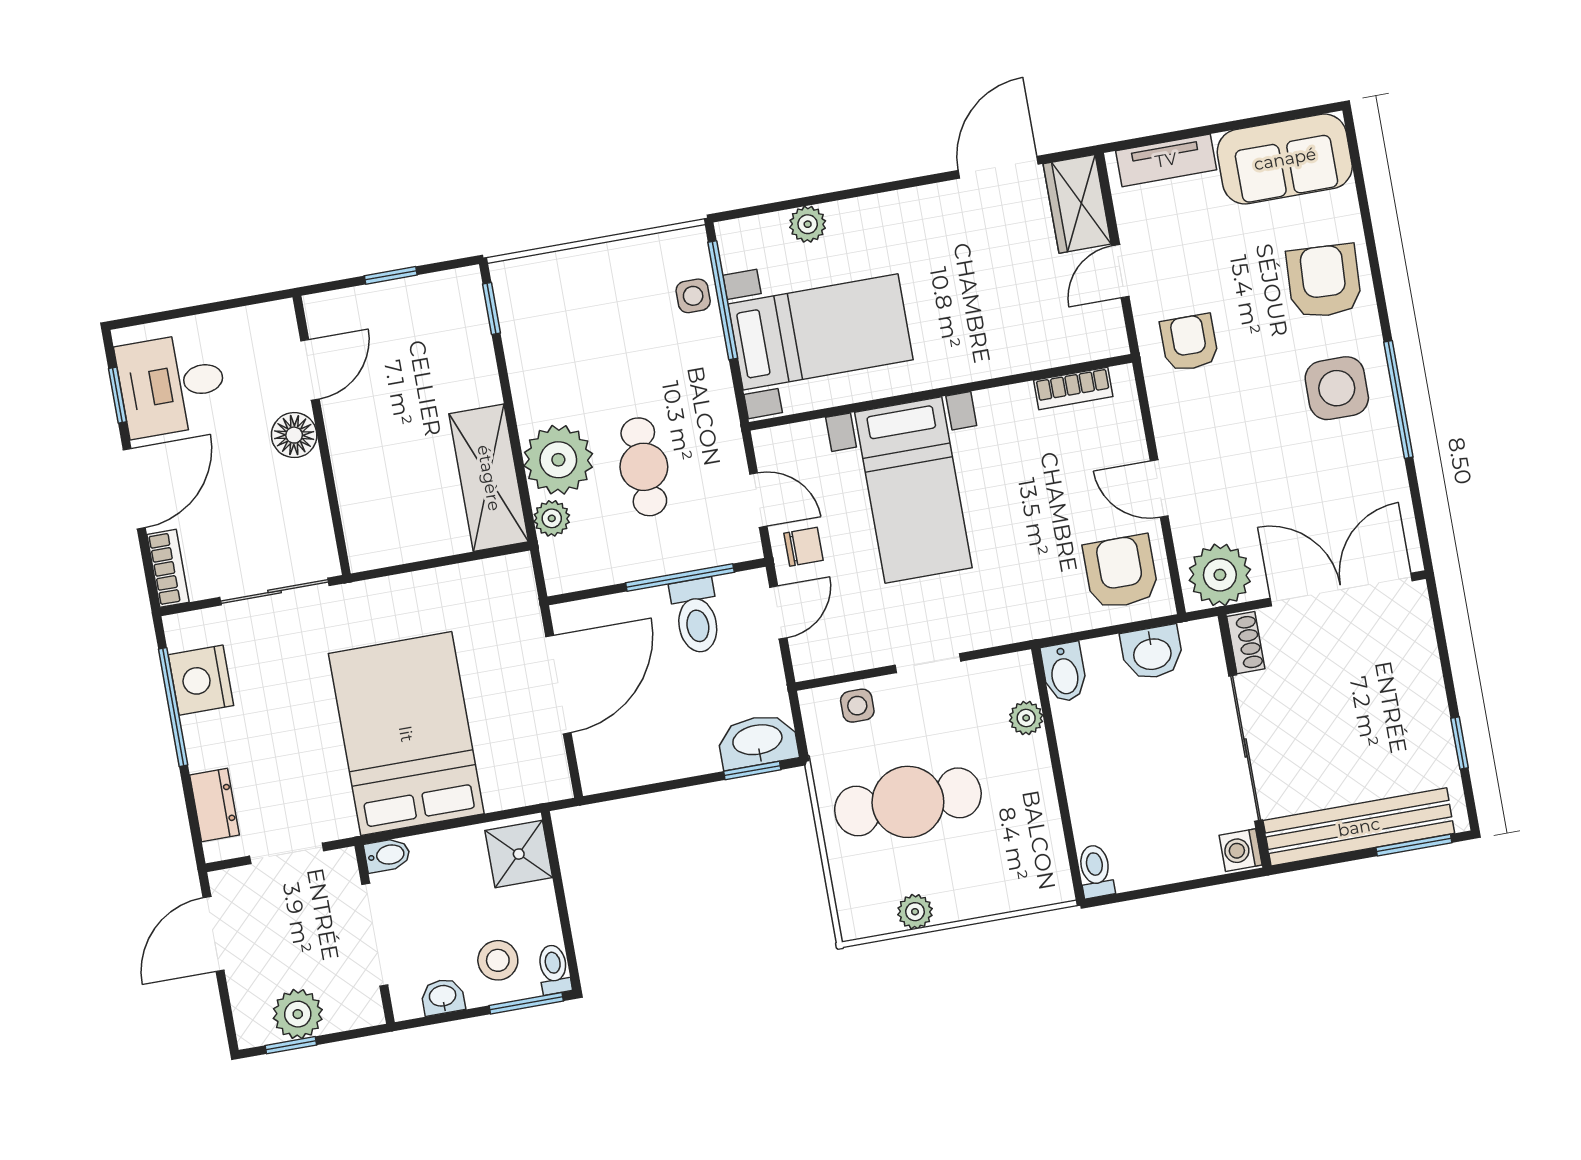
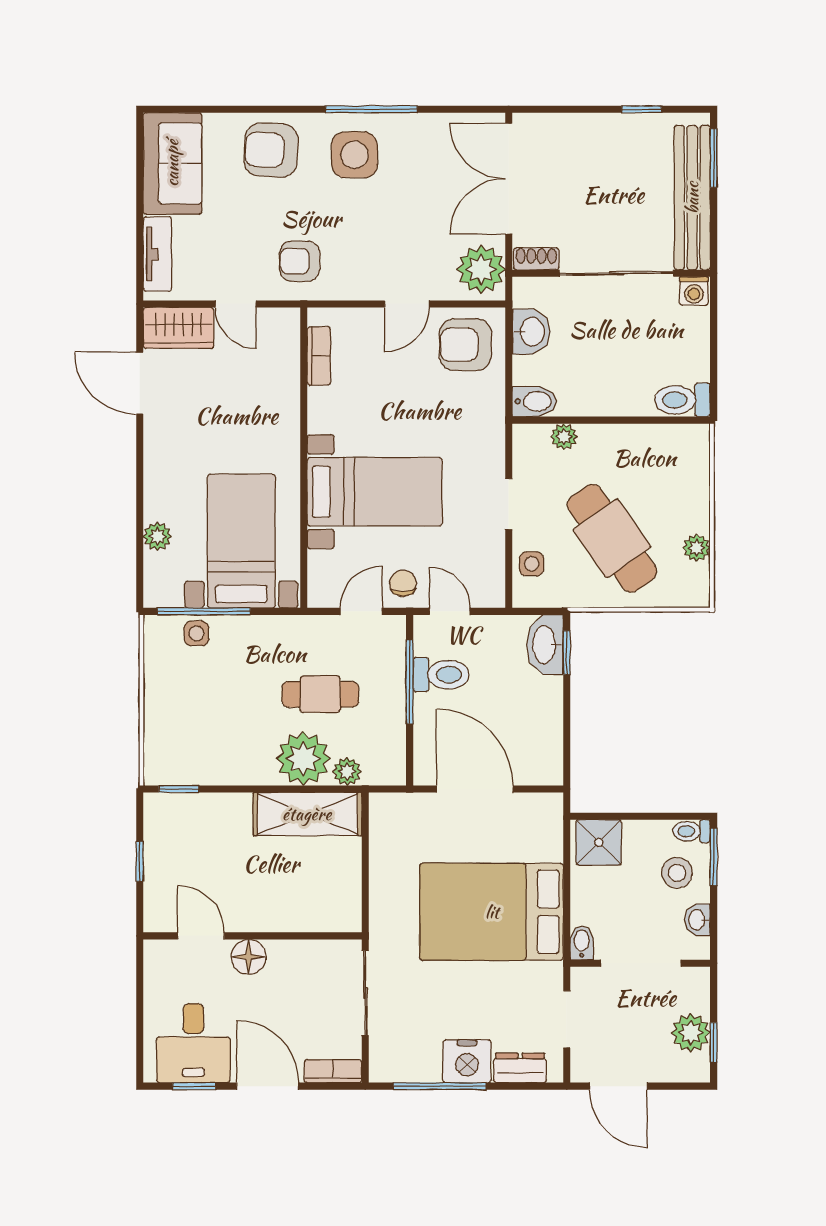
nightstand: (201, 680) -> (467, 1061), moved
cafe table: (908, 802) -> (612, 538), turned -35
toilet: (1096, 871) -> (683, 400), width x1.37, depth x1.39

